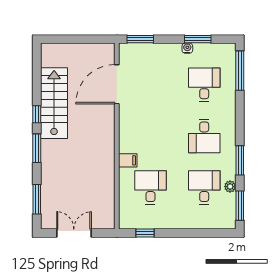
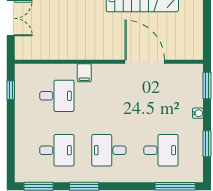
water cooler: (187, 48) -> (198, 113), moved
door: (117, 84) -> (145, 62), moved
plant: (230, 187) -> (58, 176), removed

